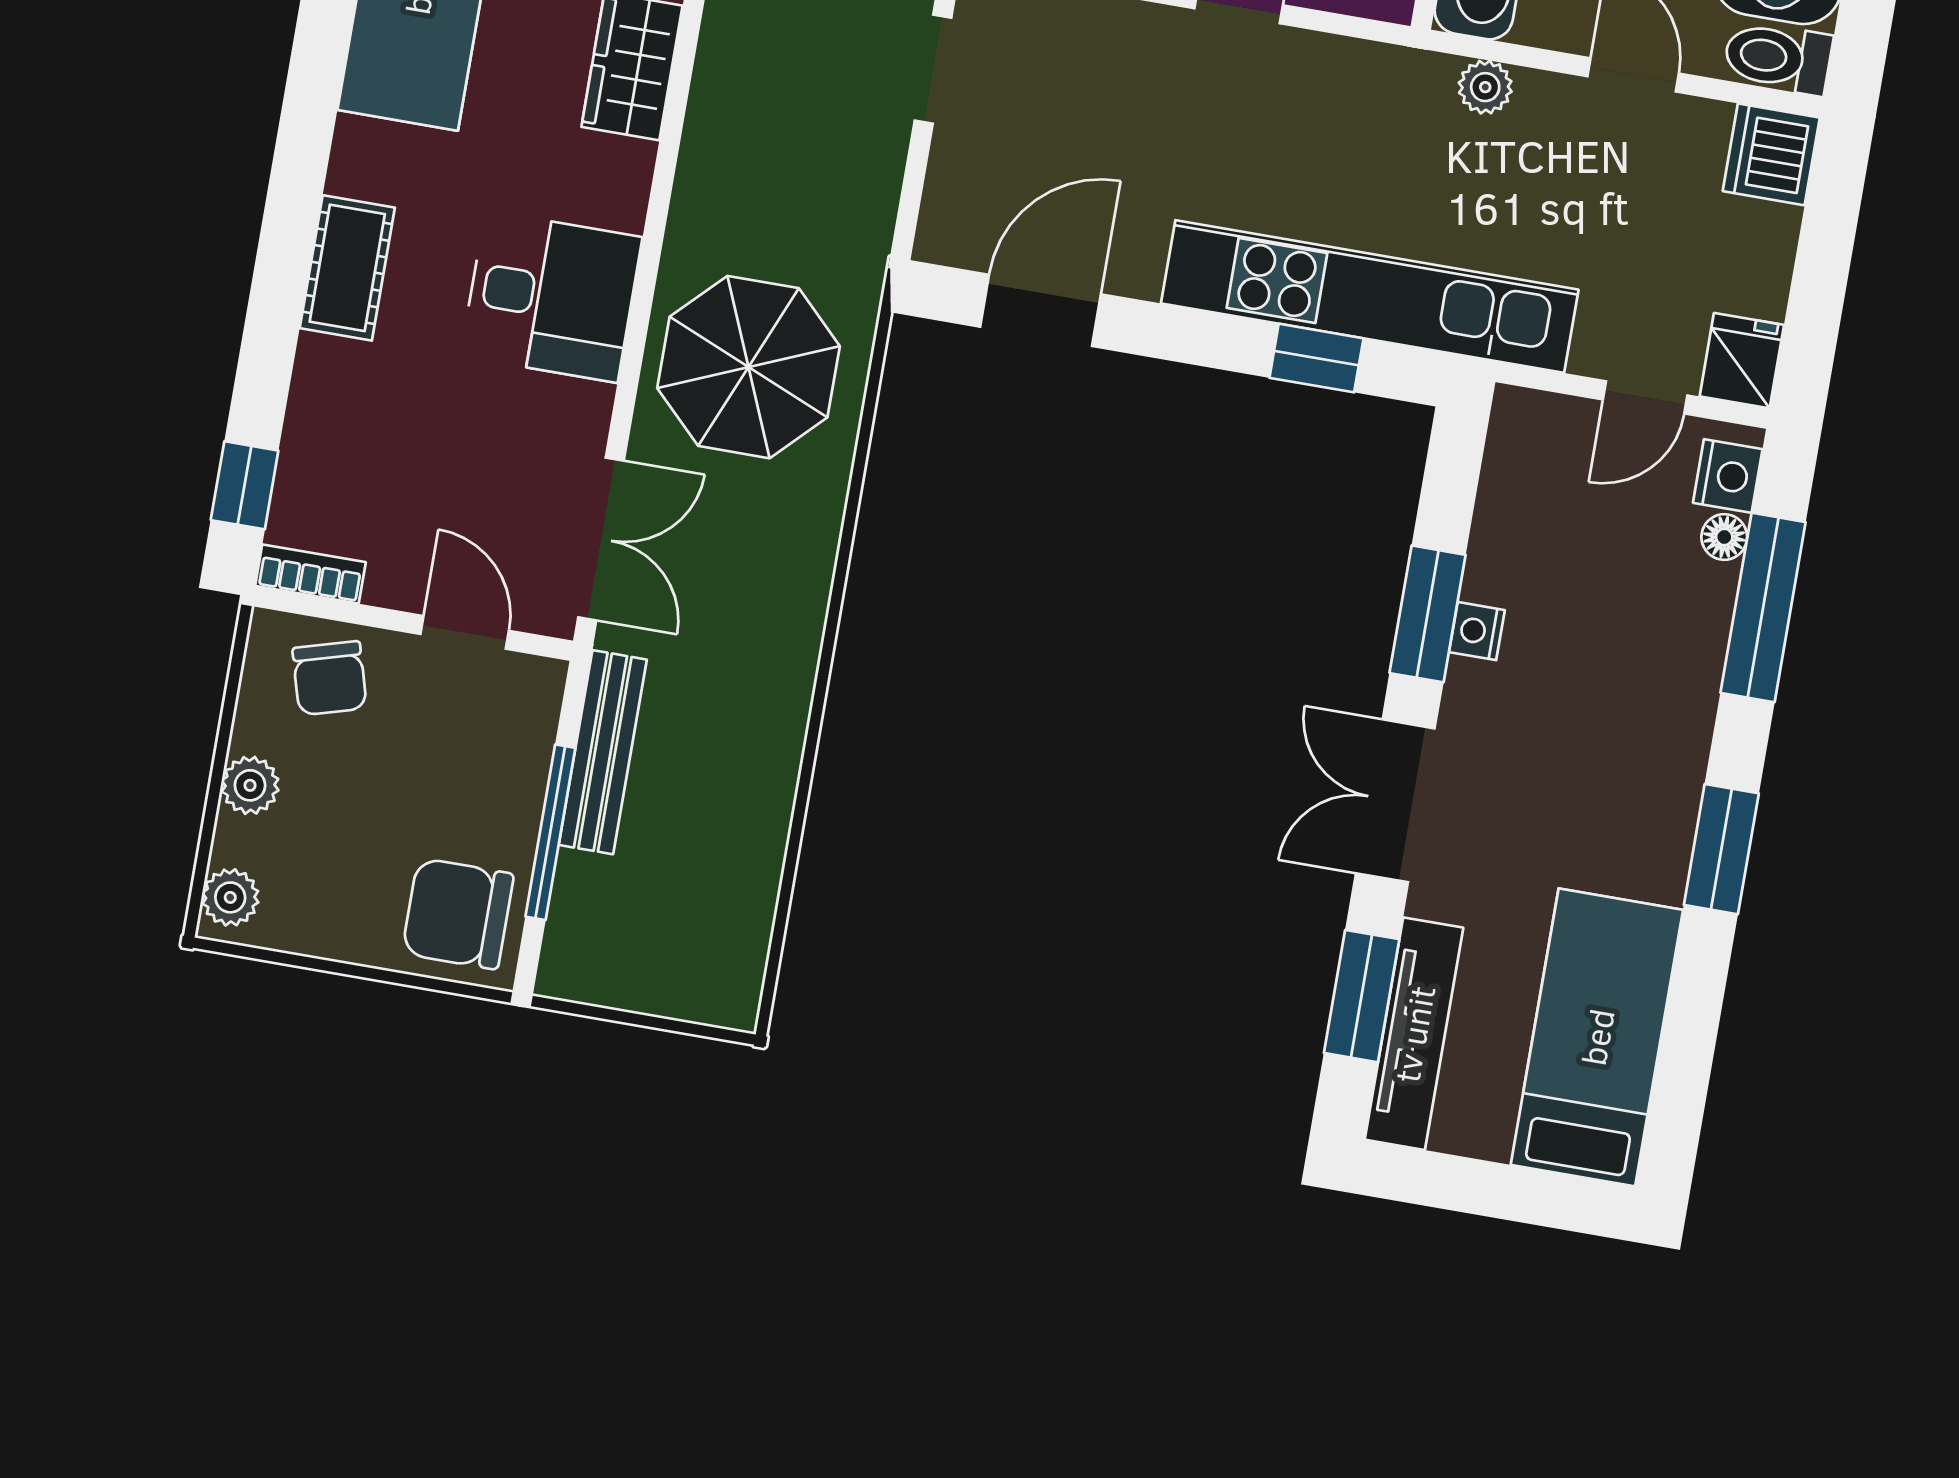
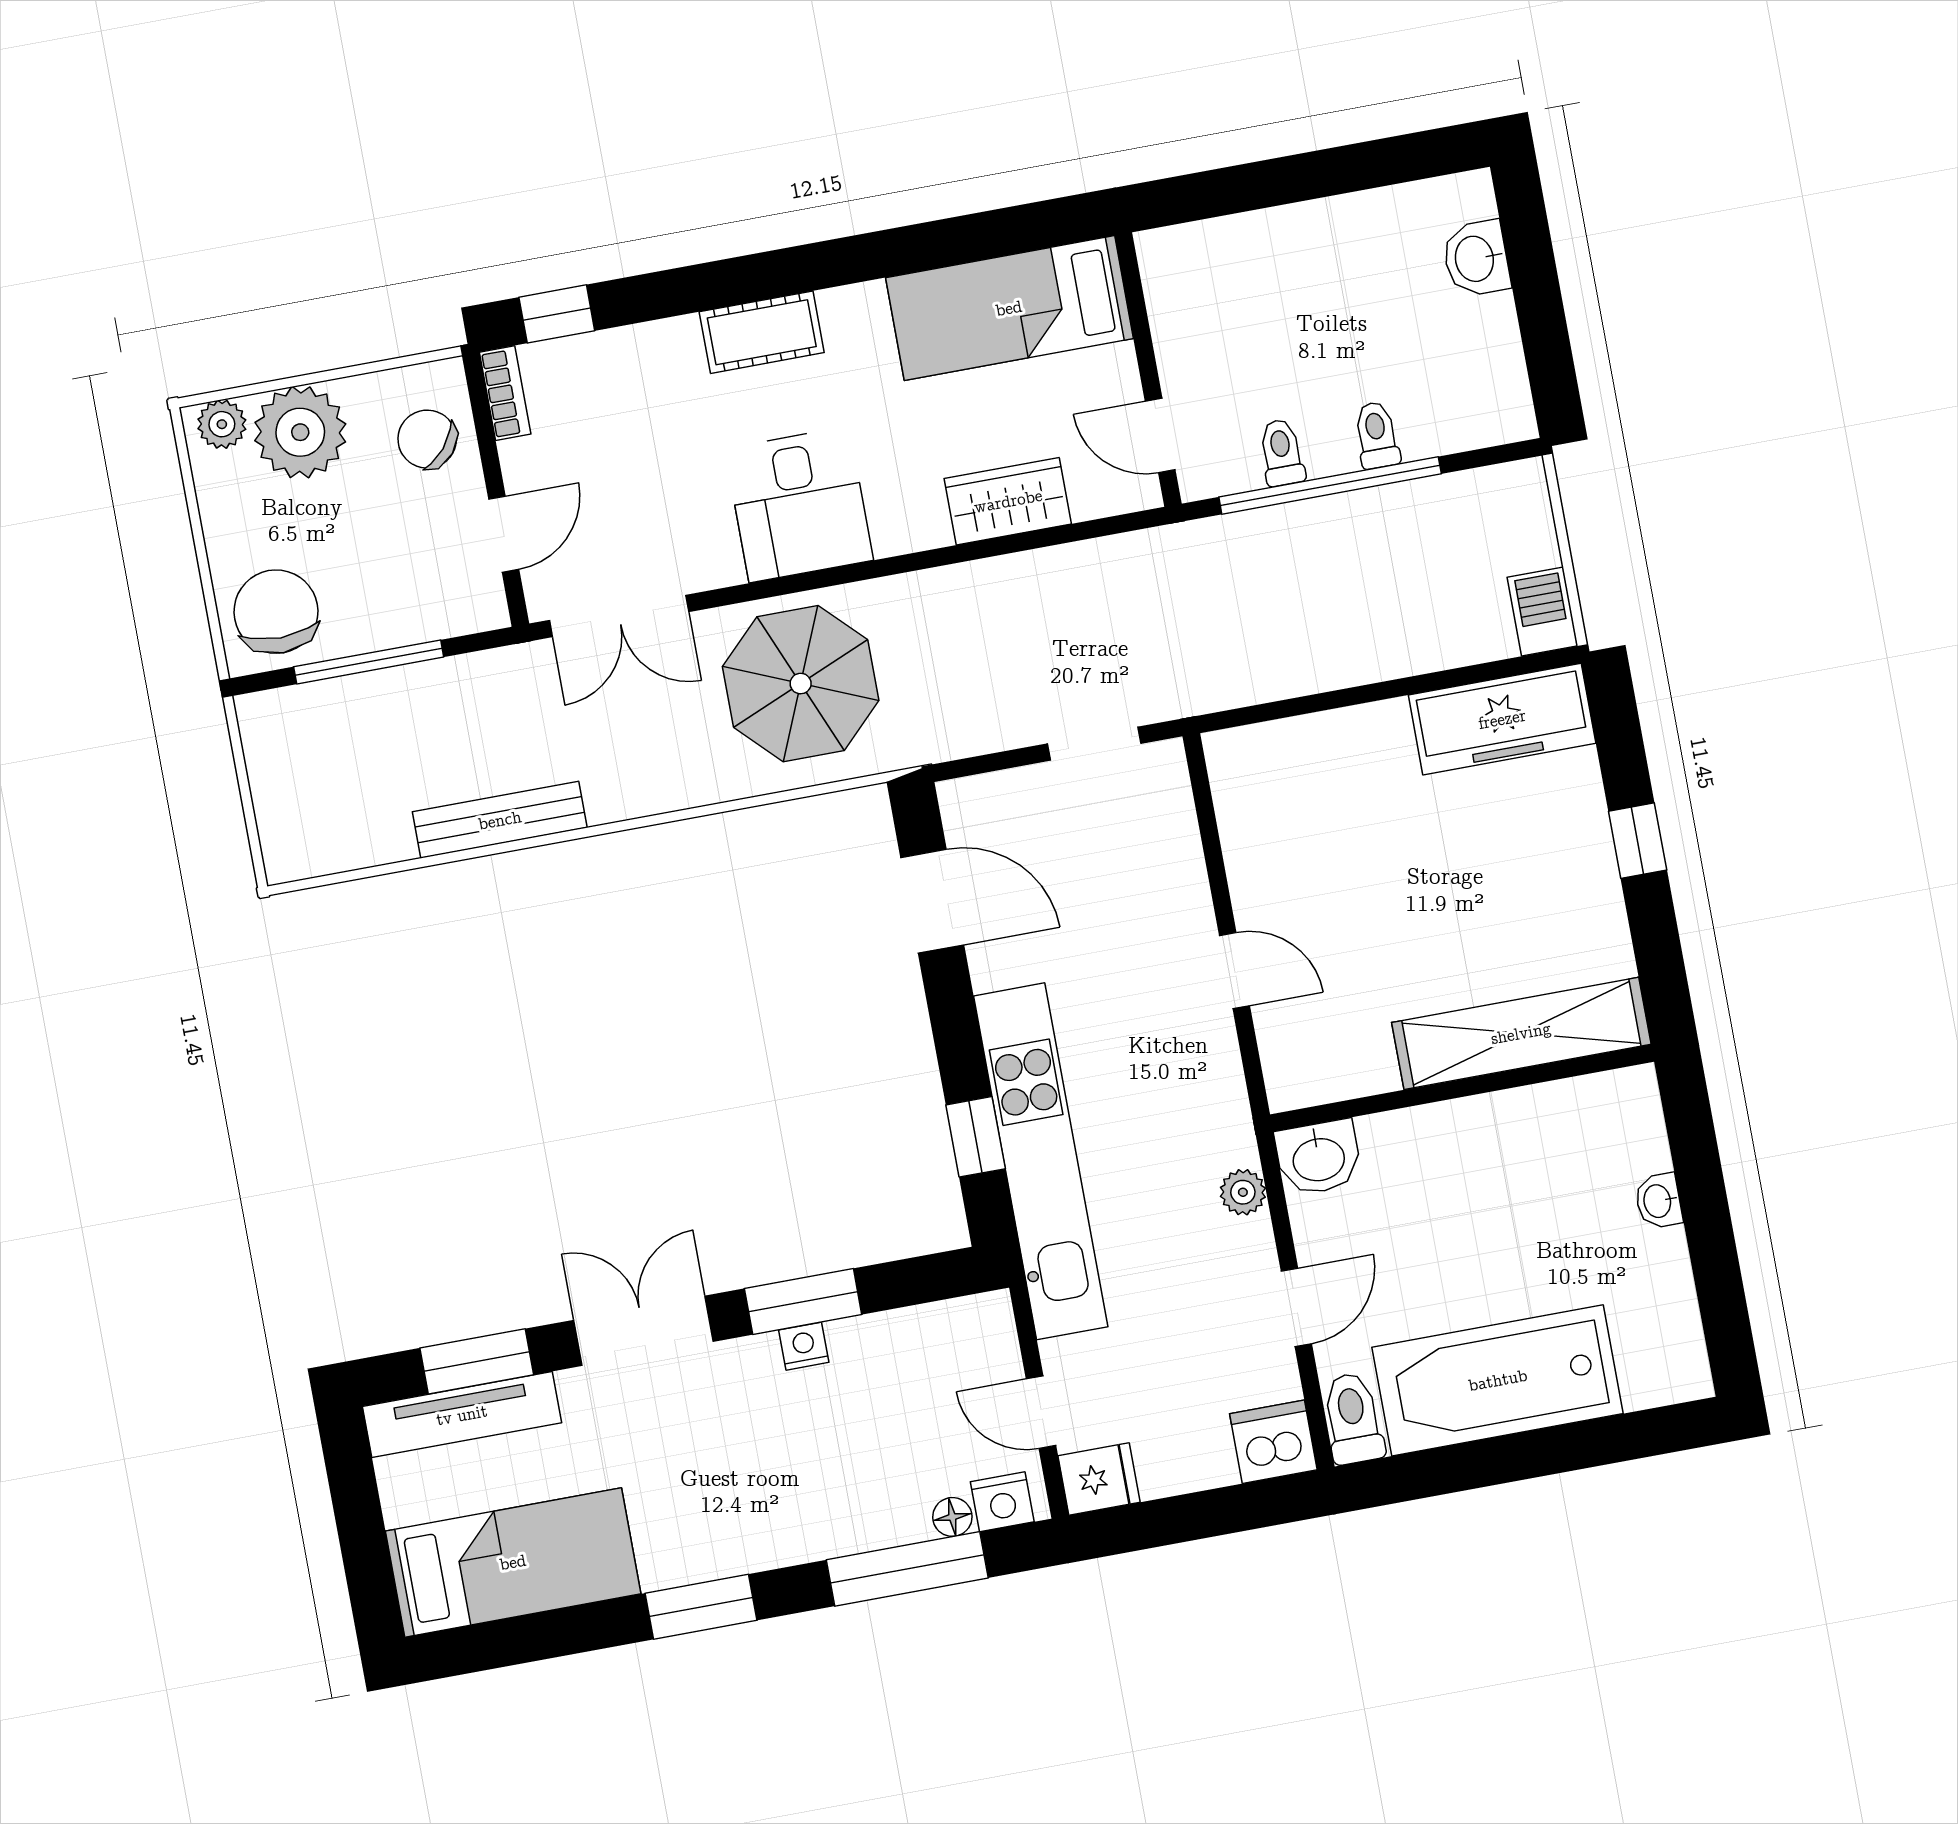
chair: (330, 678) -> (427, 439), turned 56
bench: (603, 752) -> (500, 820), moved
plant: (250, 785) -> (300, 432), width x1.88, depth x1.88

